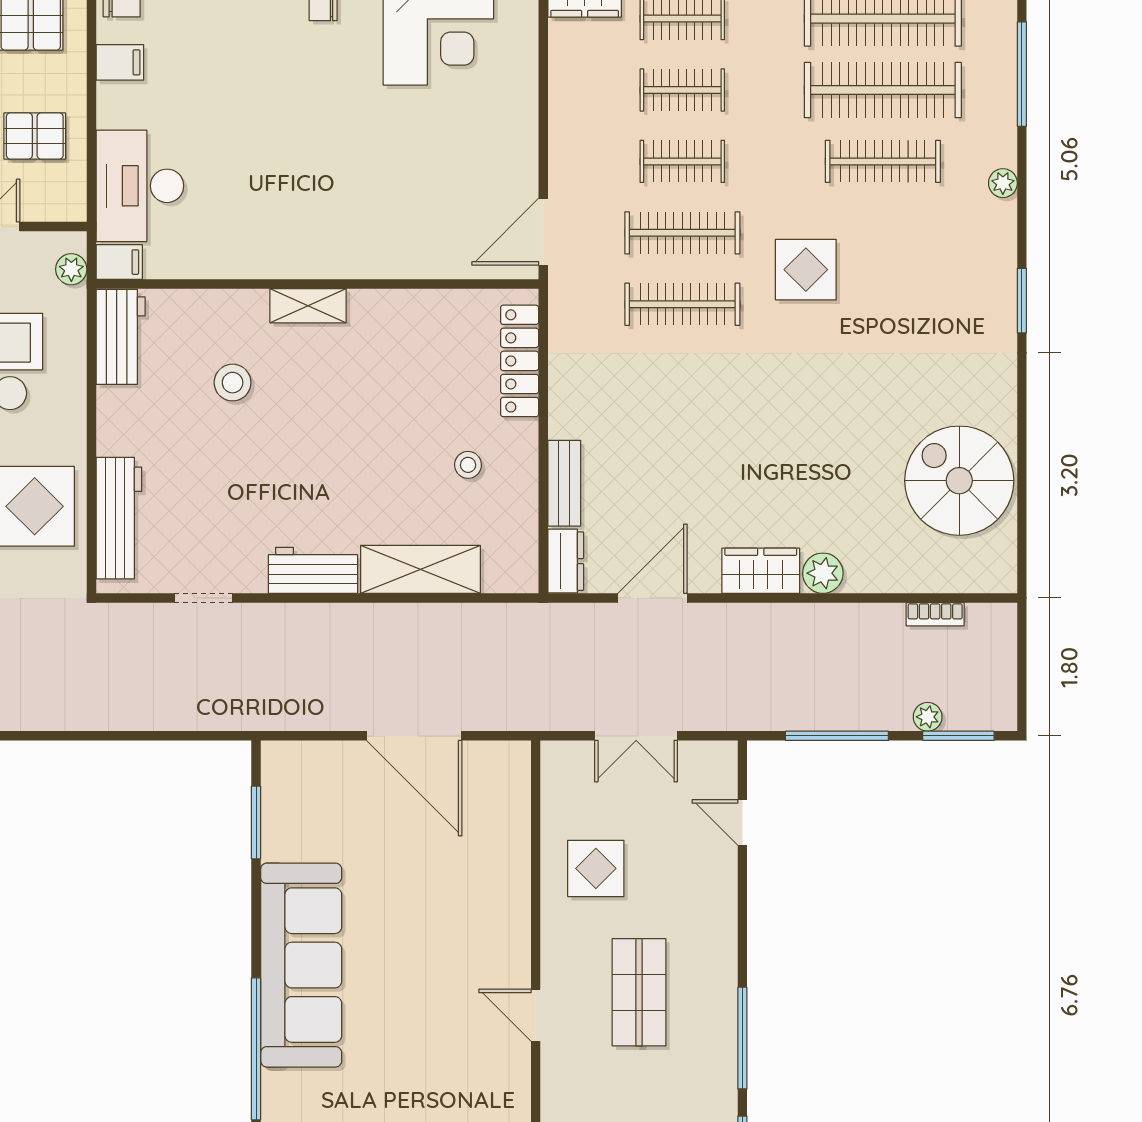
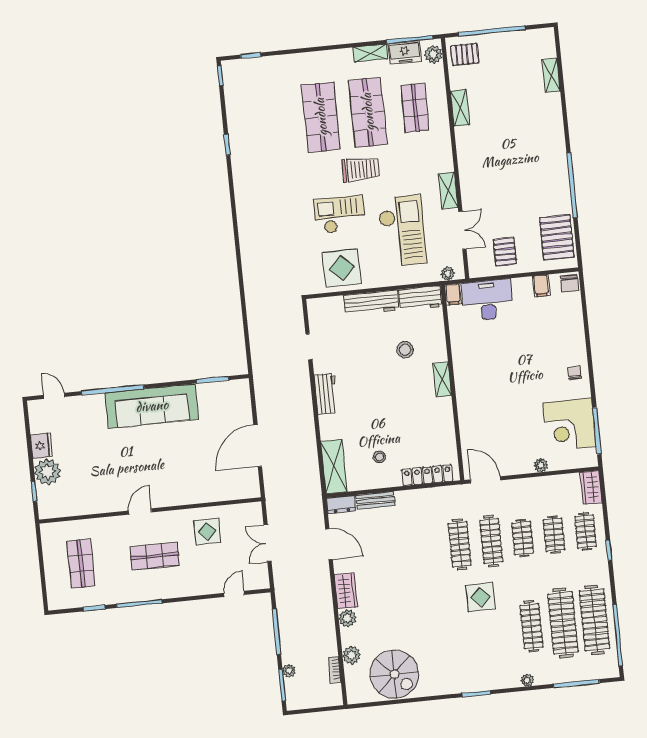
plant: (523, 104) -> (541, 465), added
spiral stairs: (959, 481) -> (394, 674), turned 90
workbench: (119, 518) -> (371, 303), moved
shelving: (420, 569) -> (334, 467), moved
plant: (907, 573) -> (351, 655), added

